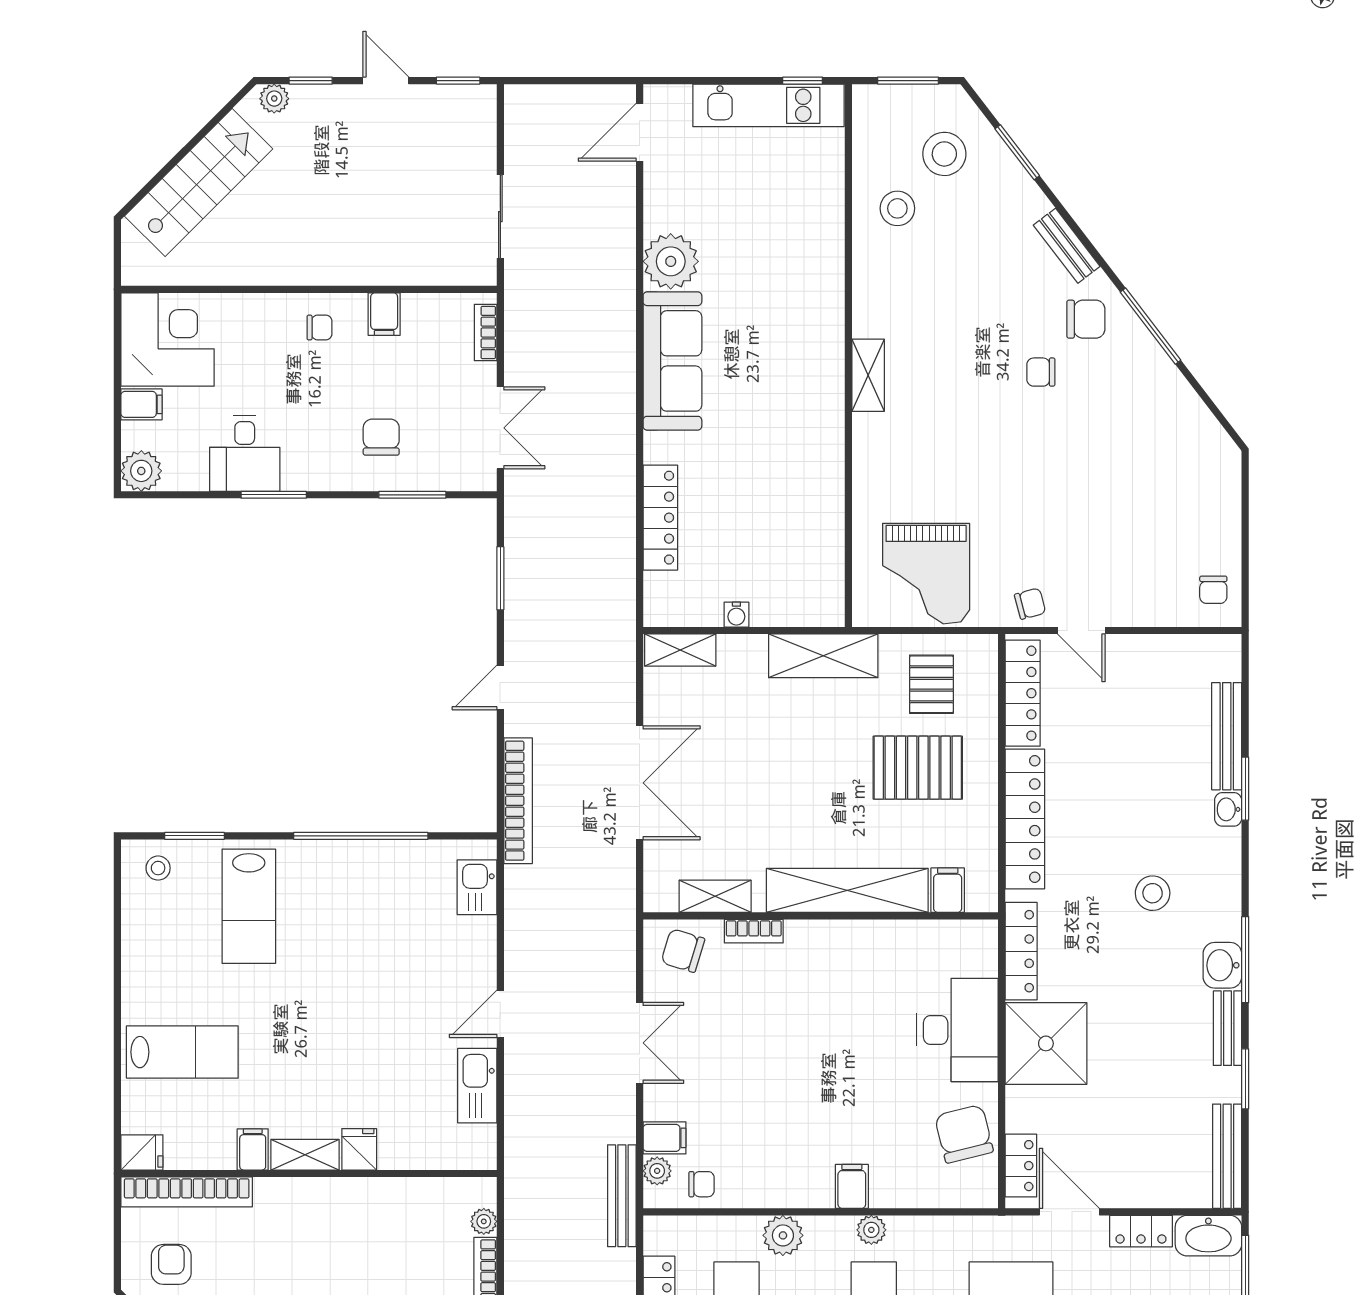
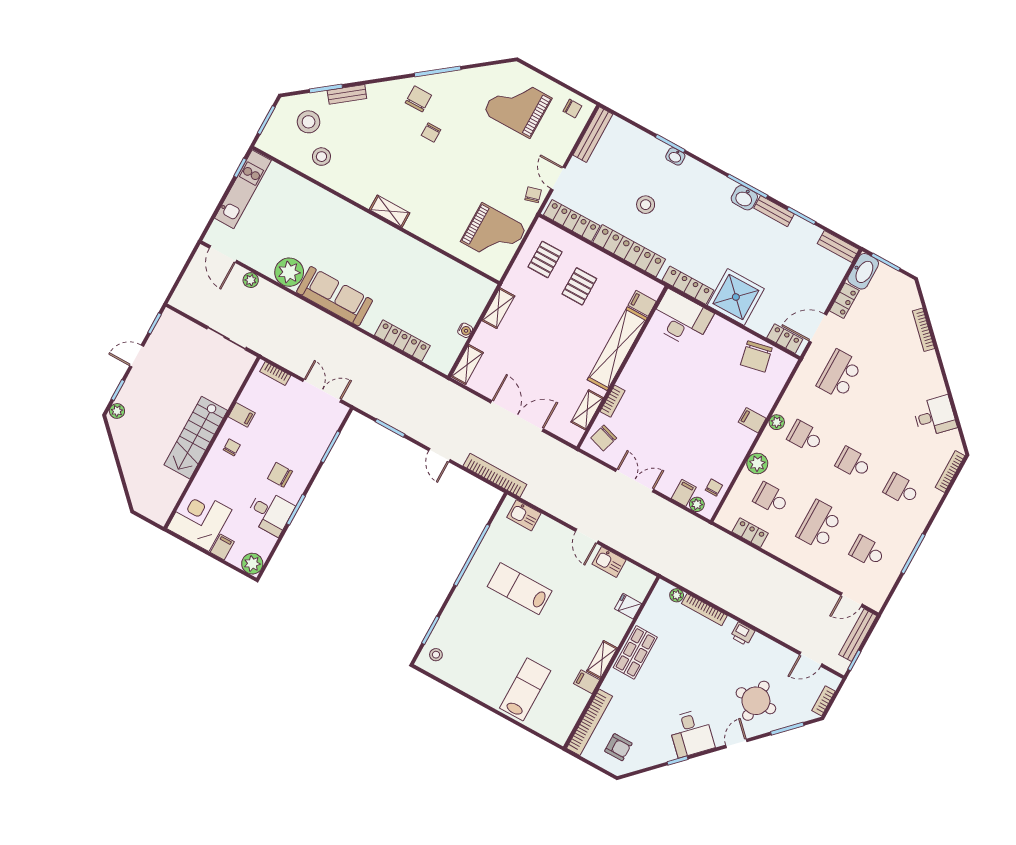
stairs: (199, 183) -> (196, 438), moved, turned -135
plant: (621, 203) -> (251, 280), added
bench: (1067, 246) -> (347, 94), moved
chair: (381, 437) -> (280, 475), moved
grand piano: (1167, 494) -> (518, 105), added
door: (1081, 631) -> (558, 178), swing flipped
shelving: (823, 656) -> (498, 308), width x0.67, depth x0.75
pallet: (931, 684) -> (545, 259), turned 90
bench: (1227, 736) -> (593, 135), moved, turned 90
pallet: (918, 768) -> (579, 286), width x0.67, depth x0.71
stool: (1153, 893) -> (646, 205), moved
lab bench: (249, 906) -> (520, 589), moved, turned 180
desk: (957, 1030) -> (681, 319), moved
kitchen sink: (477, 1086) -> (609, 562), width x0.73
chair: (964, 1134) -> (756, 356), turned -88
fridge: (359, 1149) -> (628, 606), moved
fridge: (142, 1152) -> (560, 733), removed
bench: (1227, 1156) -> (838, 247), width x0.73
bench: (622, 1196) -> (699, 527), removed
shop shelf: (348, 1205) -> (635, 652), added
armchair: (171, 1264) -> (618, 747), turned 180

